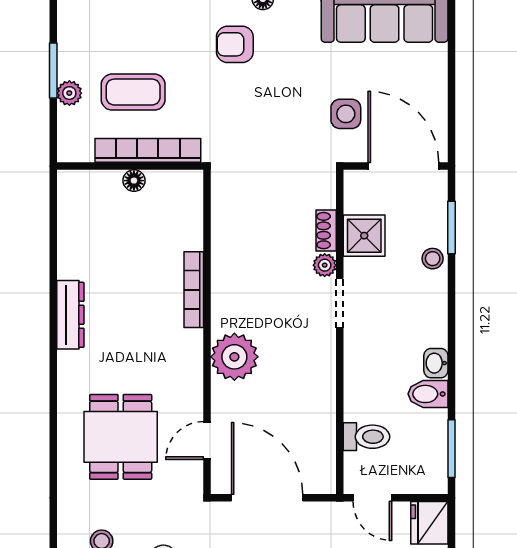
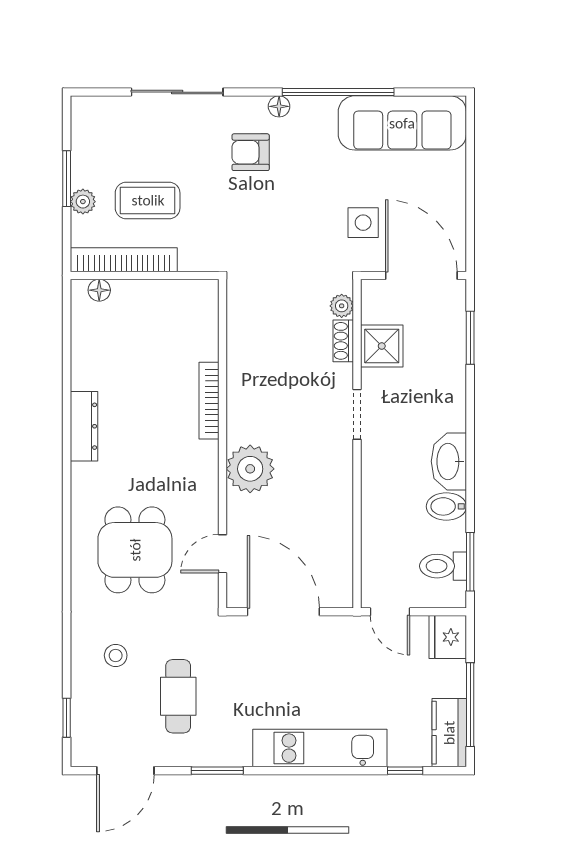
bookcase: (148, 150) -> (124, 260), moved
floor lamp: (134, 181) -> (99, 290), moved
stool: (433, 259) -> (451, 369), removed
plant: (325, 265) -> (342, 306), moved
washbasin: (436, 363) -> (449, 461), width x1.91, depth x1.45
toilet: (366, 437) -> (443, 566), moved, turned 180

